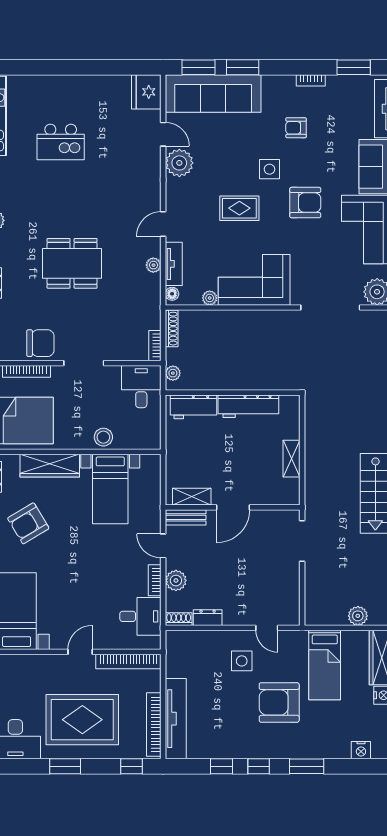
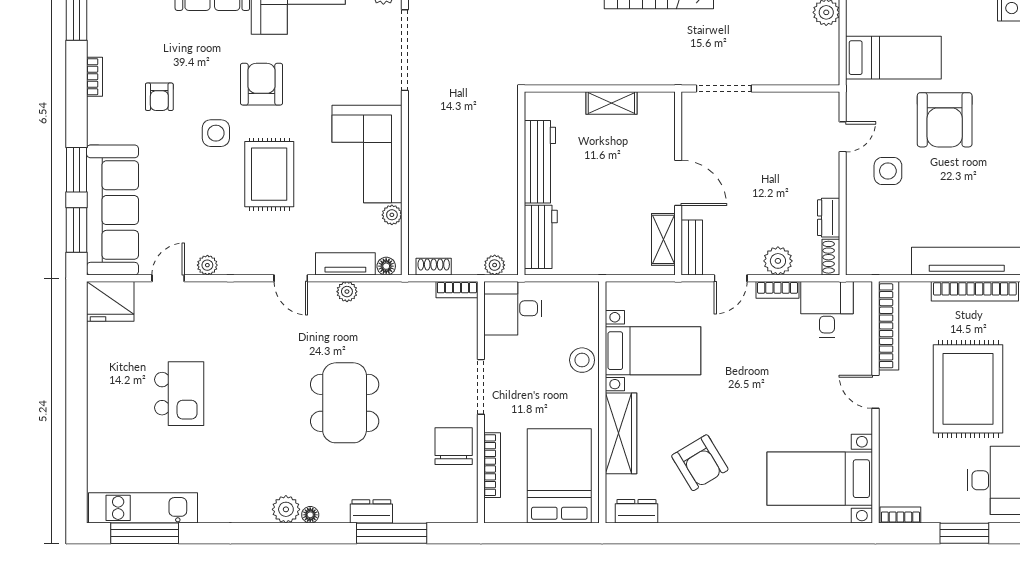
kitchen island: (61, 142) -> (179, 394), moved
plant: (179, 163) -> (207, 265), width x0.53, depth x0.53
rug: (239, 208) -> (269, 174), width x1.36, depth x1.43
shoe rack: (172, 329) -> (434, 267), width x0.70

